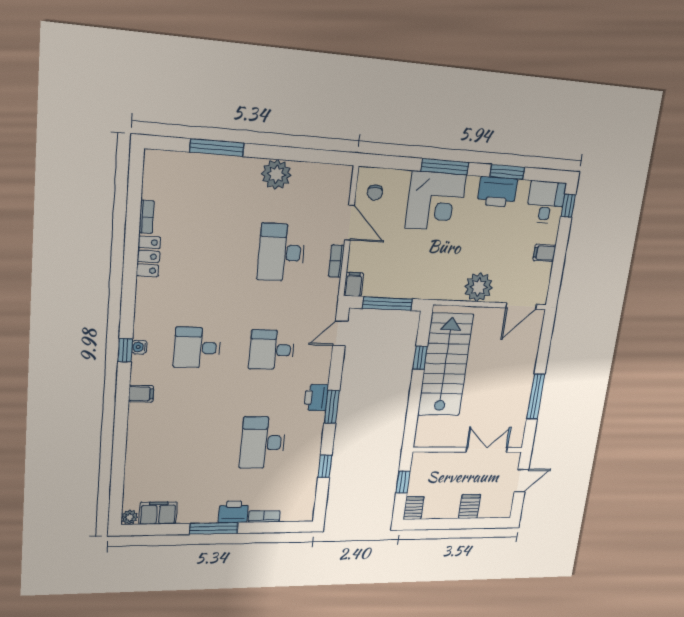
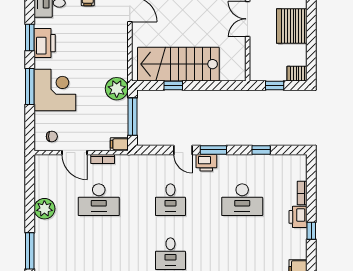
door: (350, 223) -> (74, 153), swing flipped
plant: (479, 287) -> (117, 89), moved
door: (340, 333) -> (183, 150), moved
server rack: (470, 506) -> (292, 26), width x2.18, depth x1.44
window: (214, 528) -> (311, 231), width x0.46

